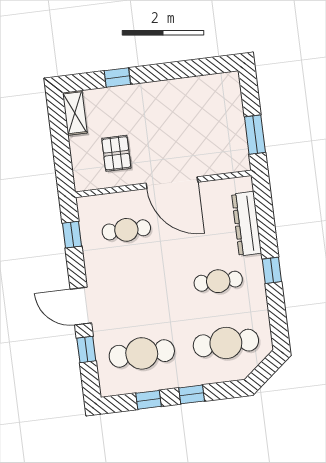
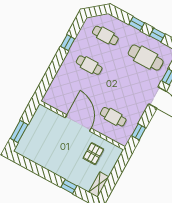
window: (255, 135) -> (19, 131), moved
dresser: (247, 224) -> (58, 81), removed
window: (272, 270) -> (68, 43), moved
cafe table: (226, 343) -> (105, 35), width x0.73, depth x0.74

